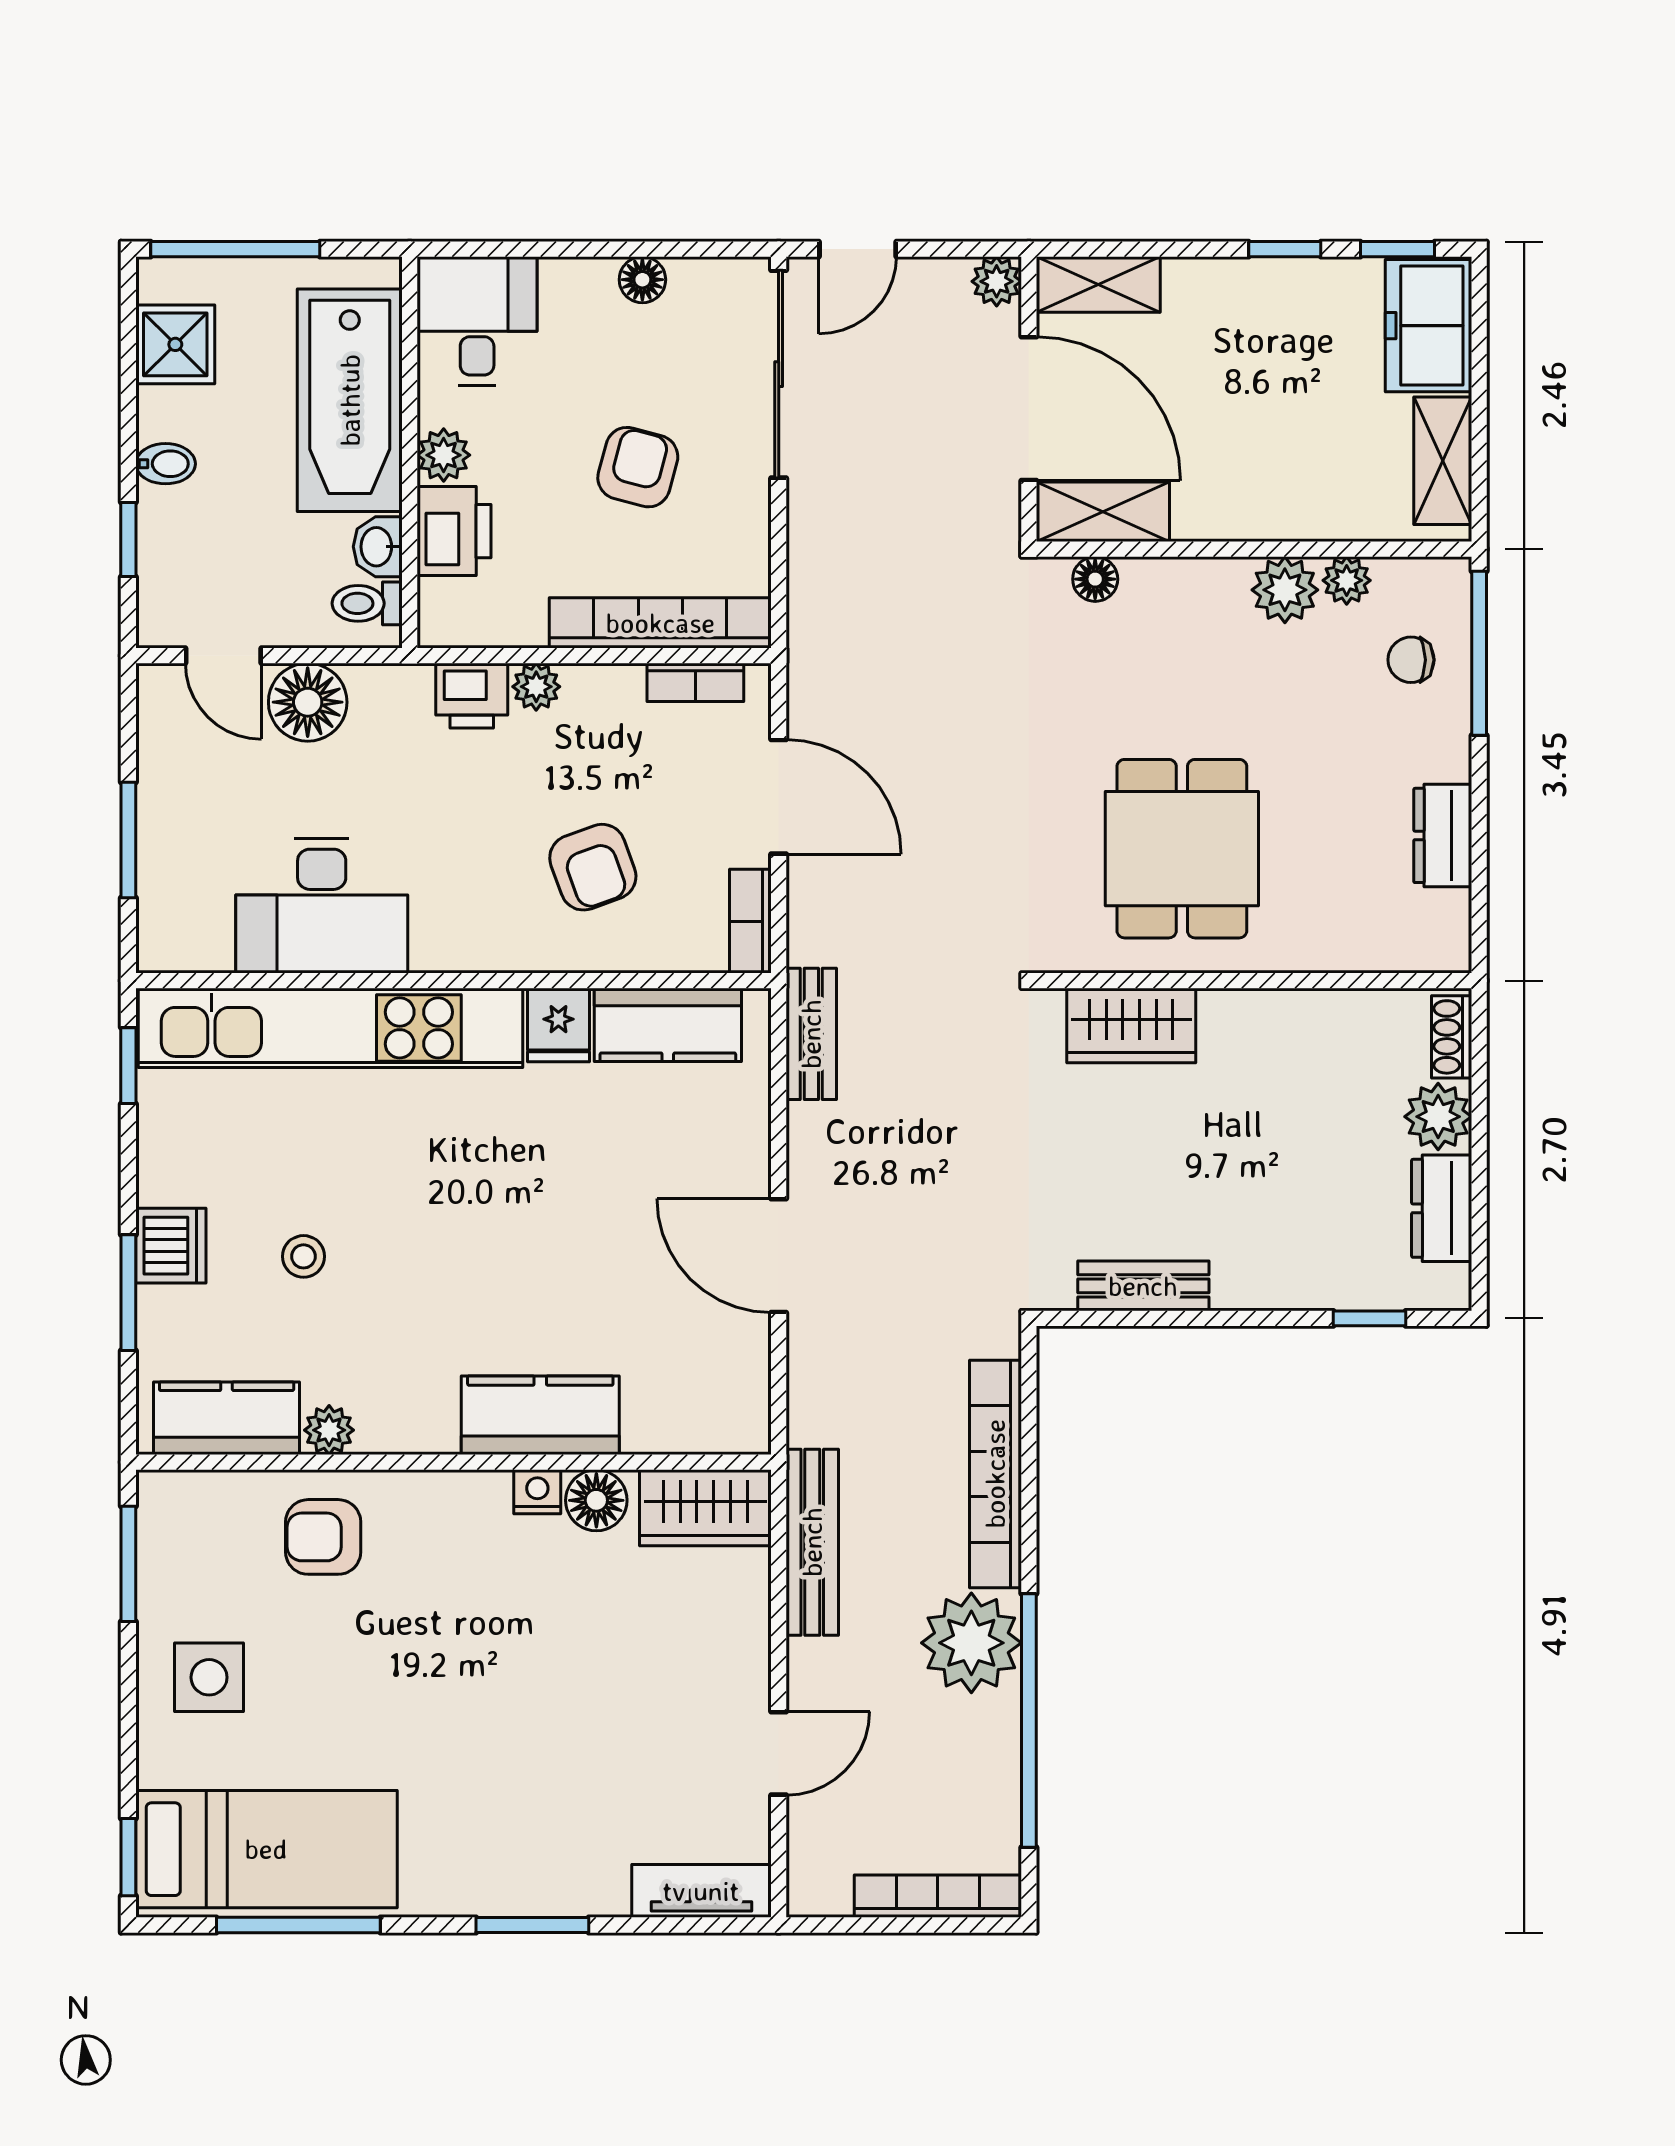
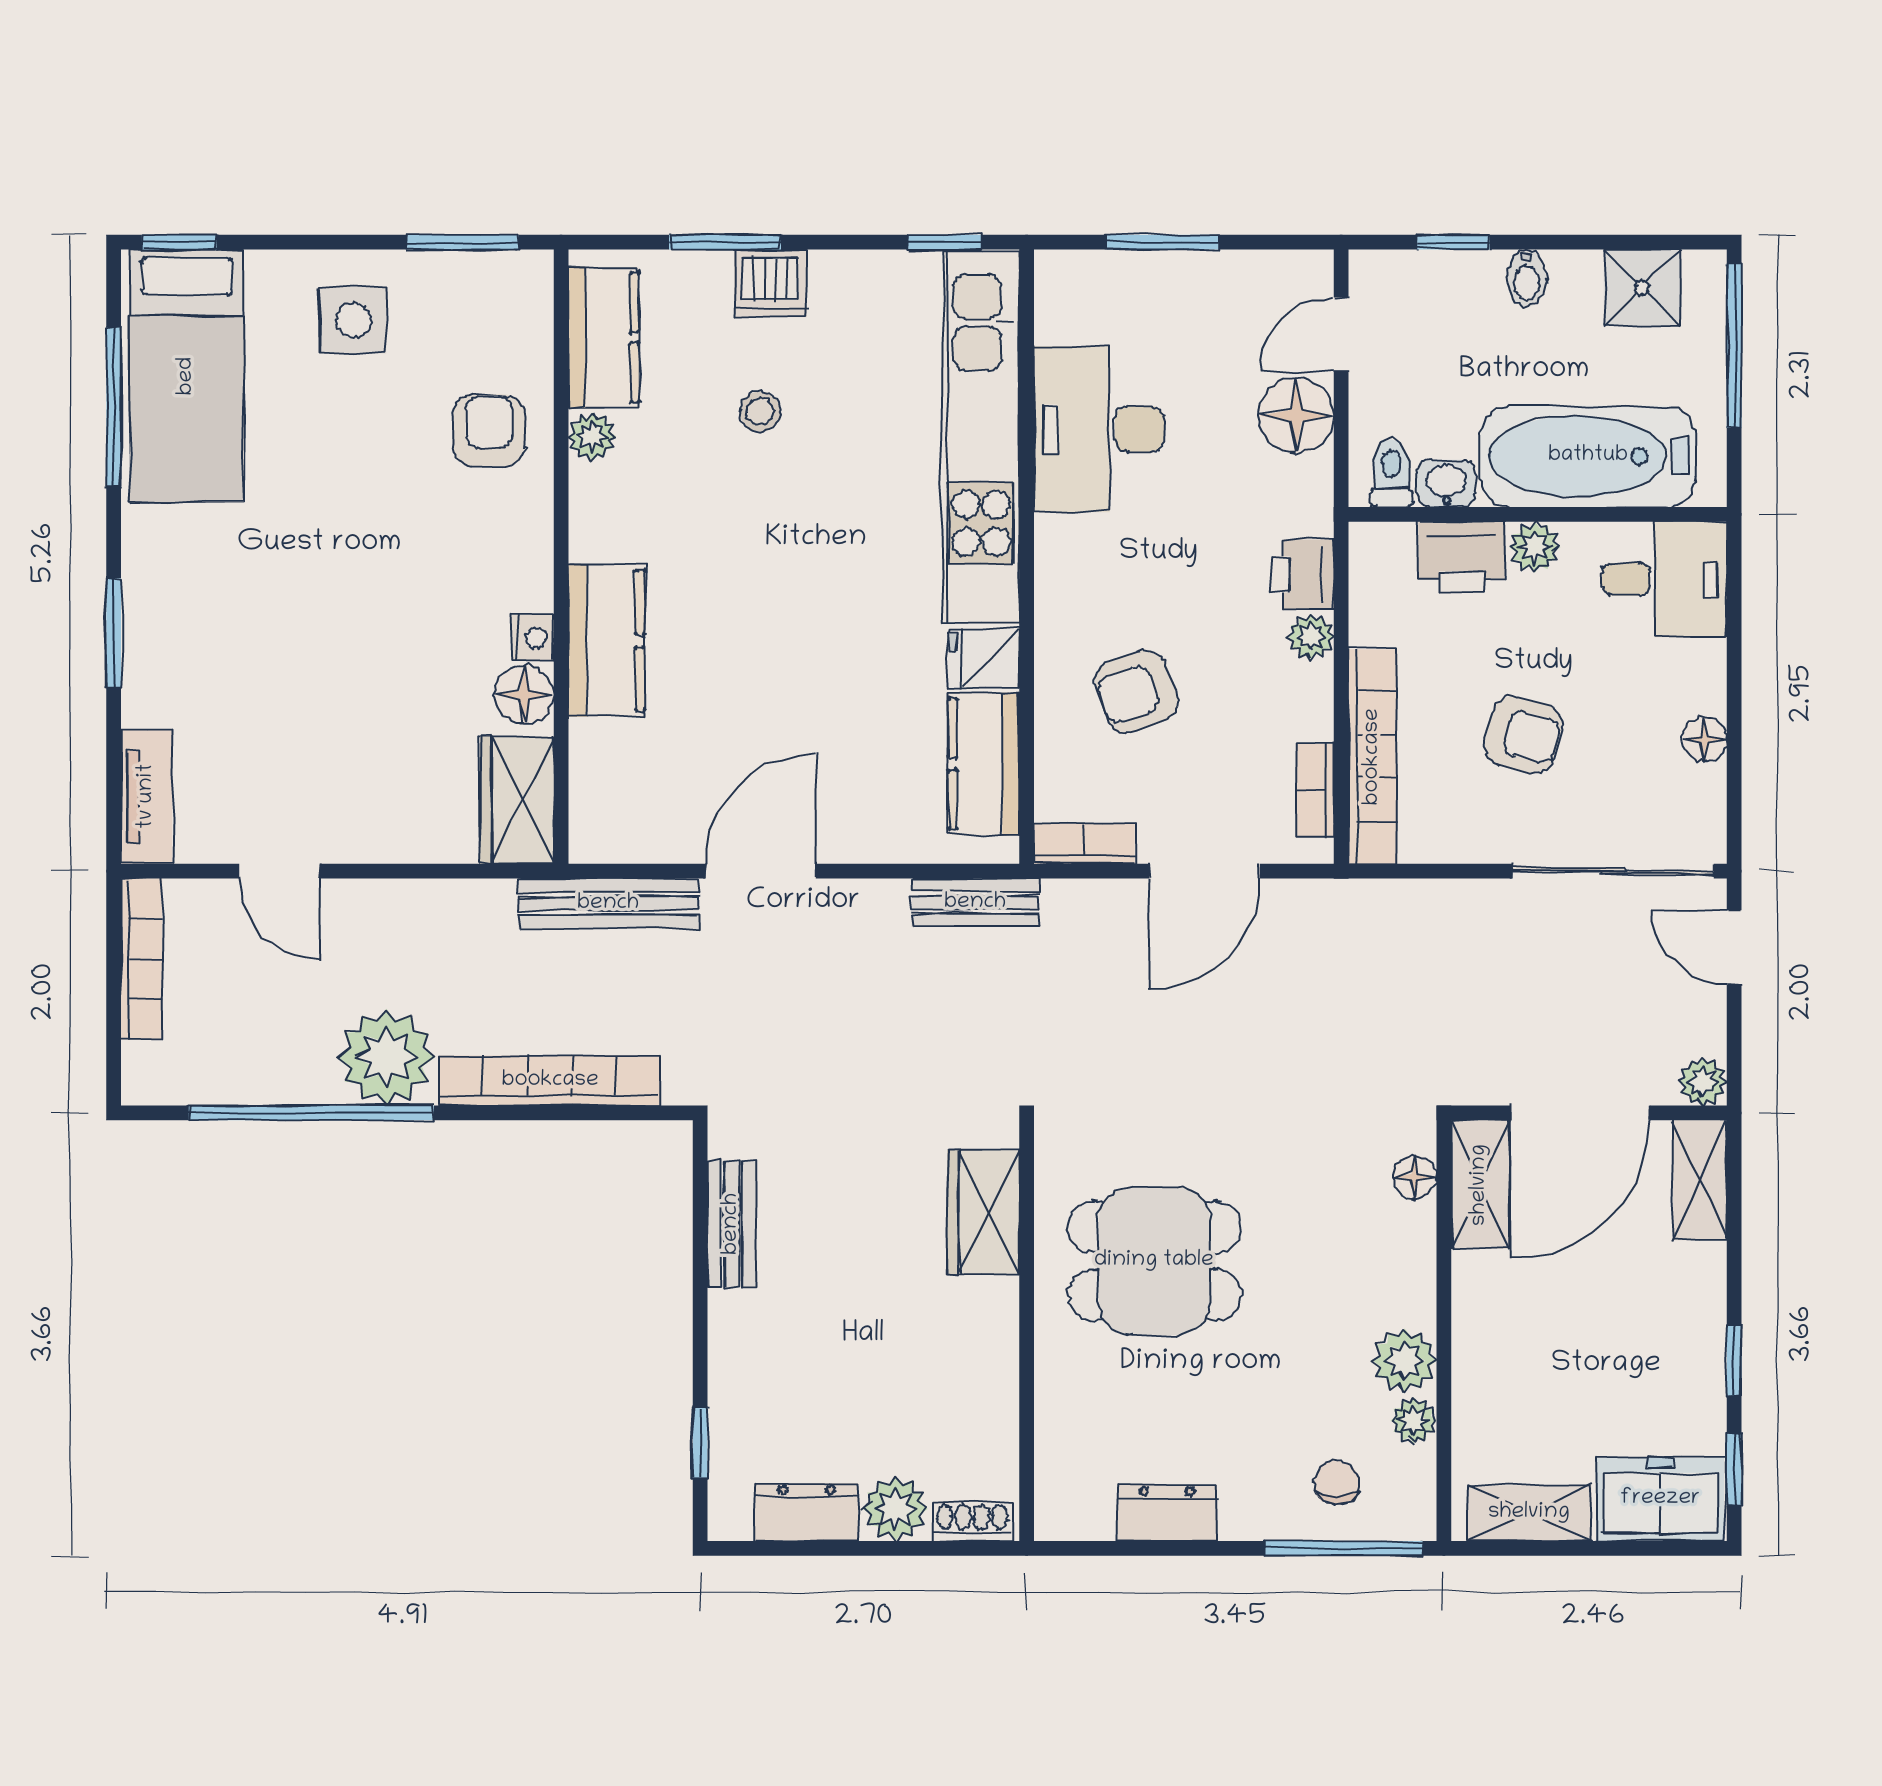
bench: (812, 1542) -> (608, 904), moved
bookcase: (938, 1896) -> (141, 959), moved

